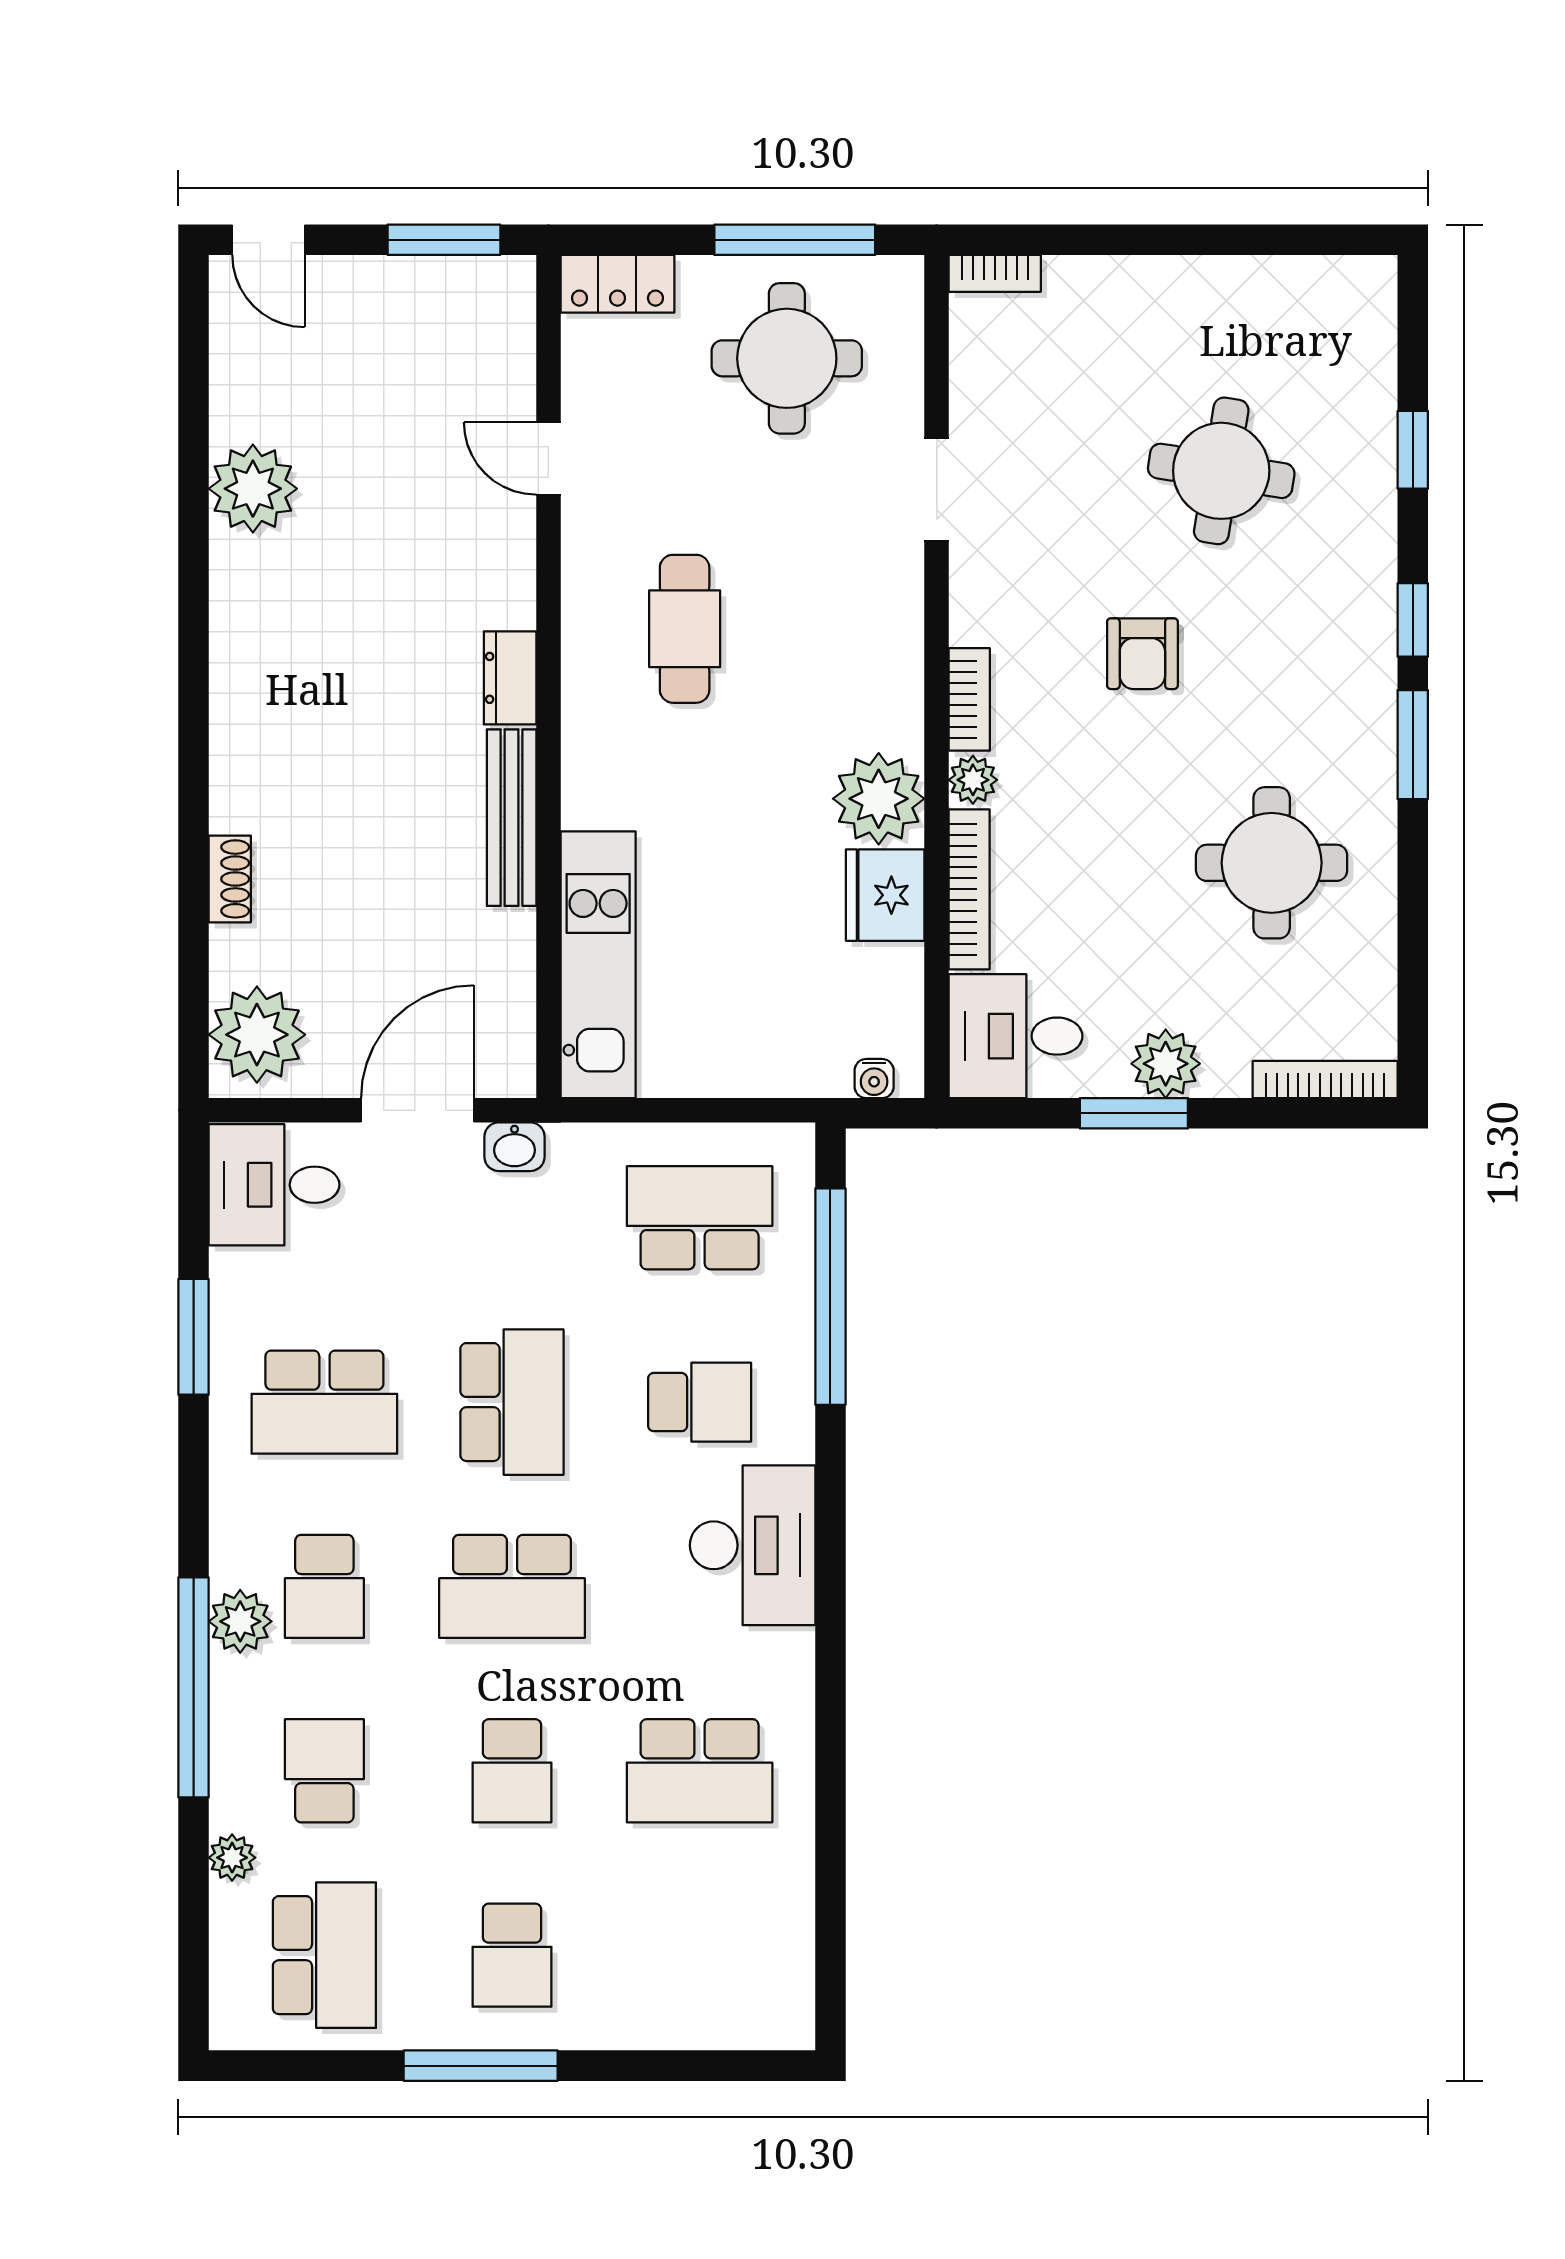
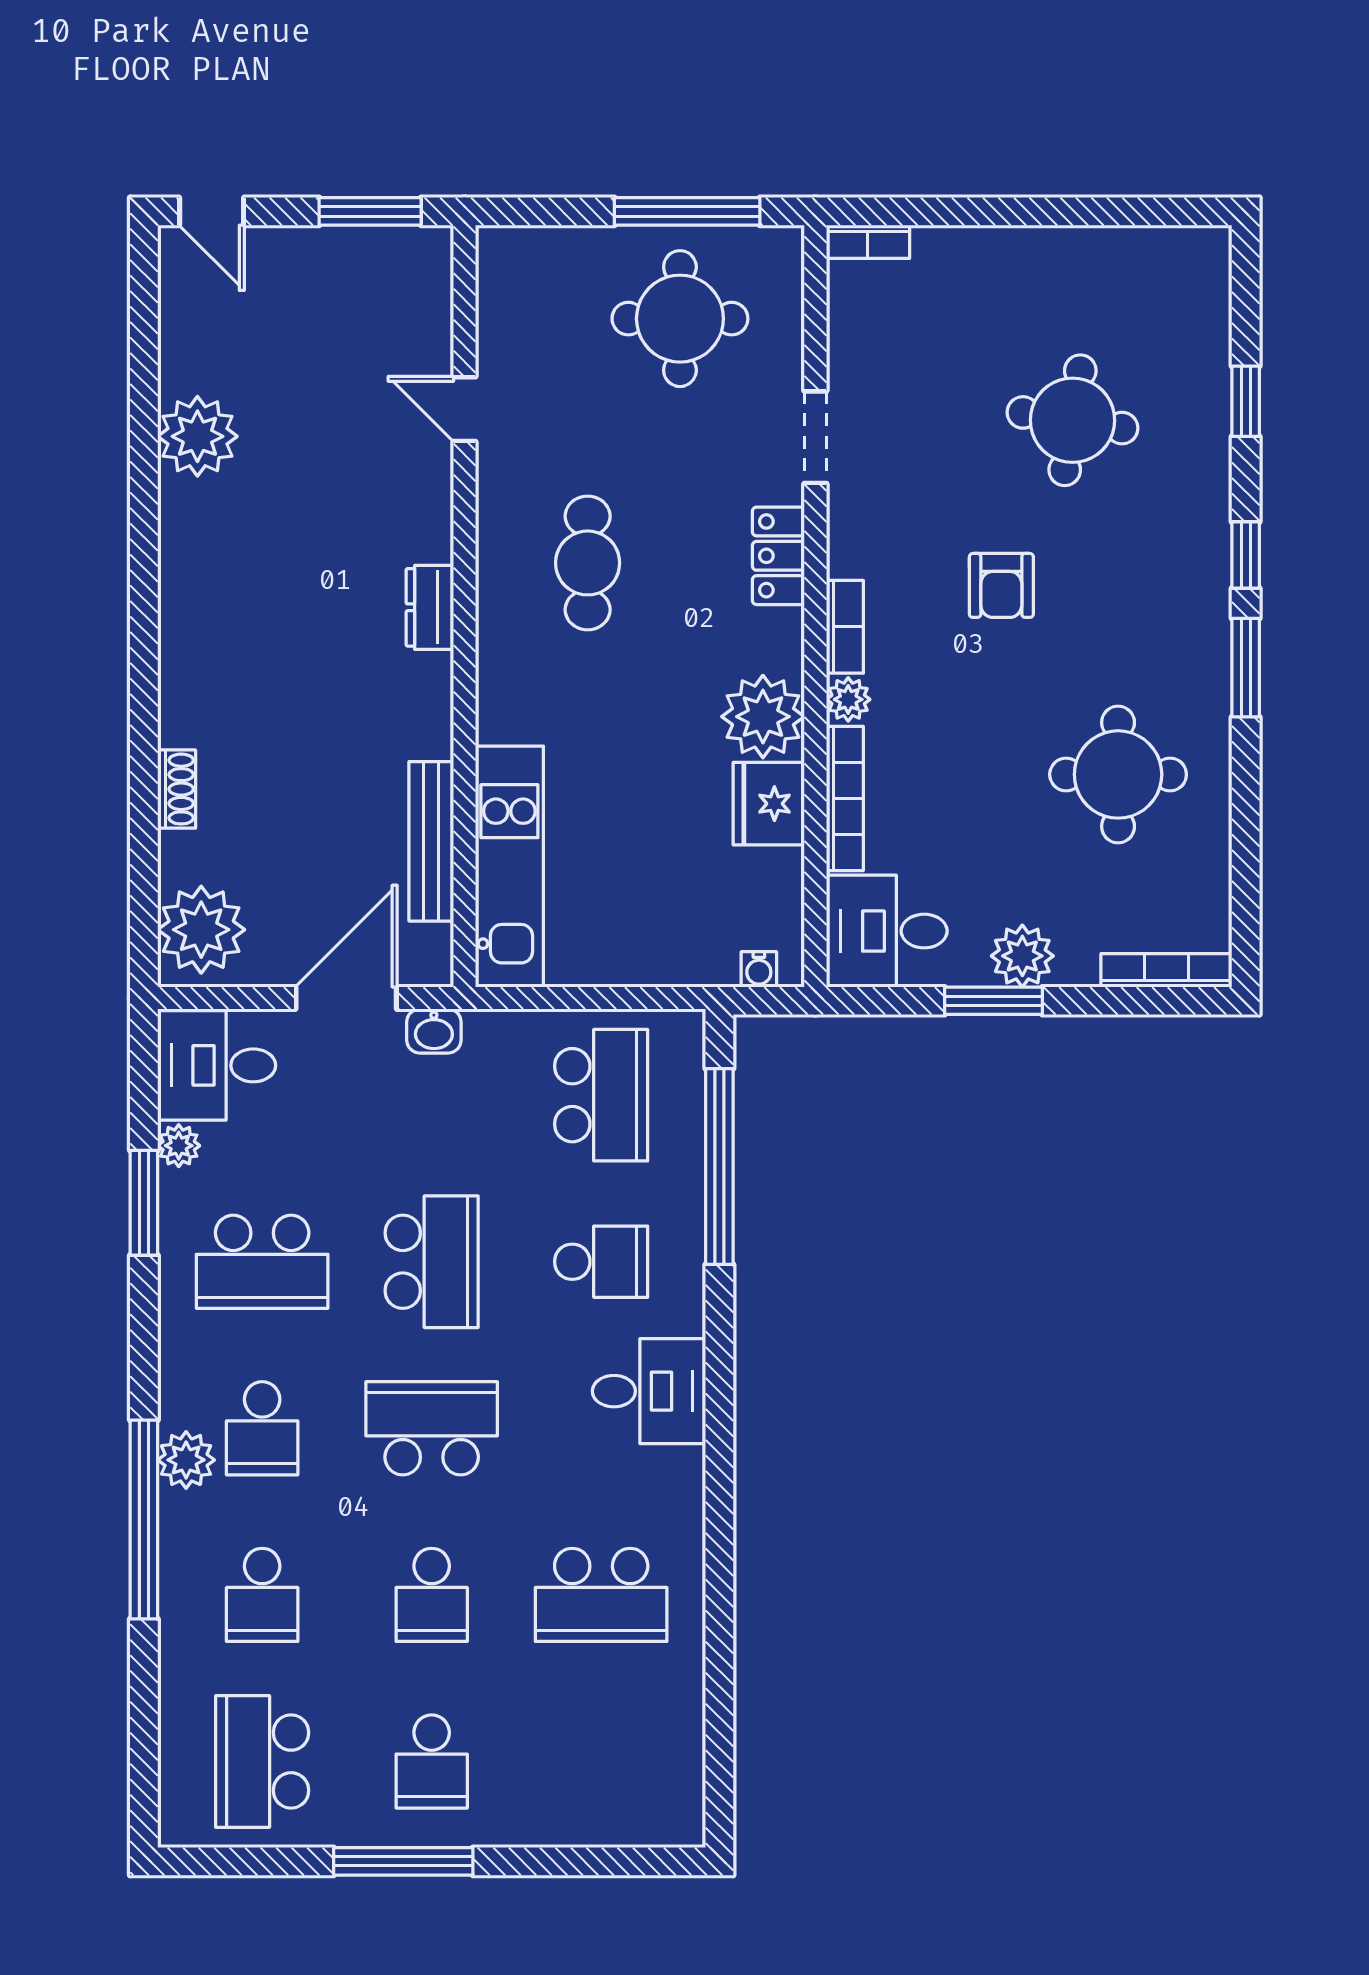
locker: (617, 284) -> (778, 556), moved, turned 90
bench: (512, 818) -> (431, 841), moved
school desk: (700, 1218) -> (601, 1095), turned 90
desk: (753, 1545) -> (649, 1391), width x0.73
school desk: (512, 1586) -> (432, 1428), turned 180
school desk: (324, 1771) -> (262, 1595), turned 180
plant: (232, 1858) -> (179, 1146), moved
school desk: (324, 1955) -> (262, 1761), turned 180

